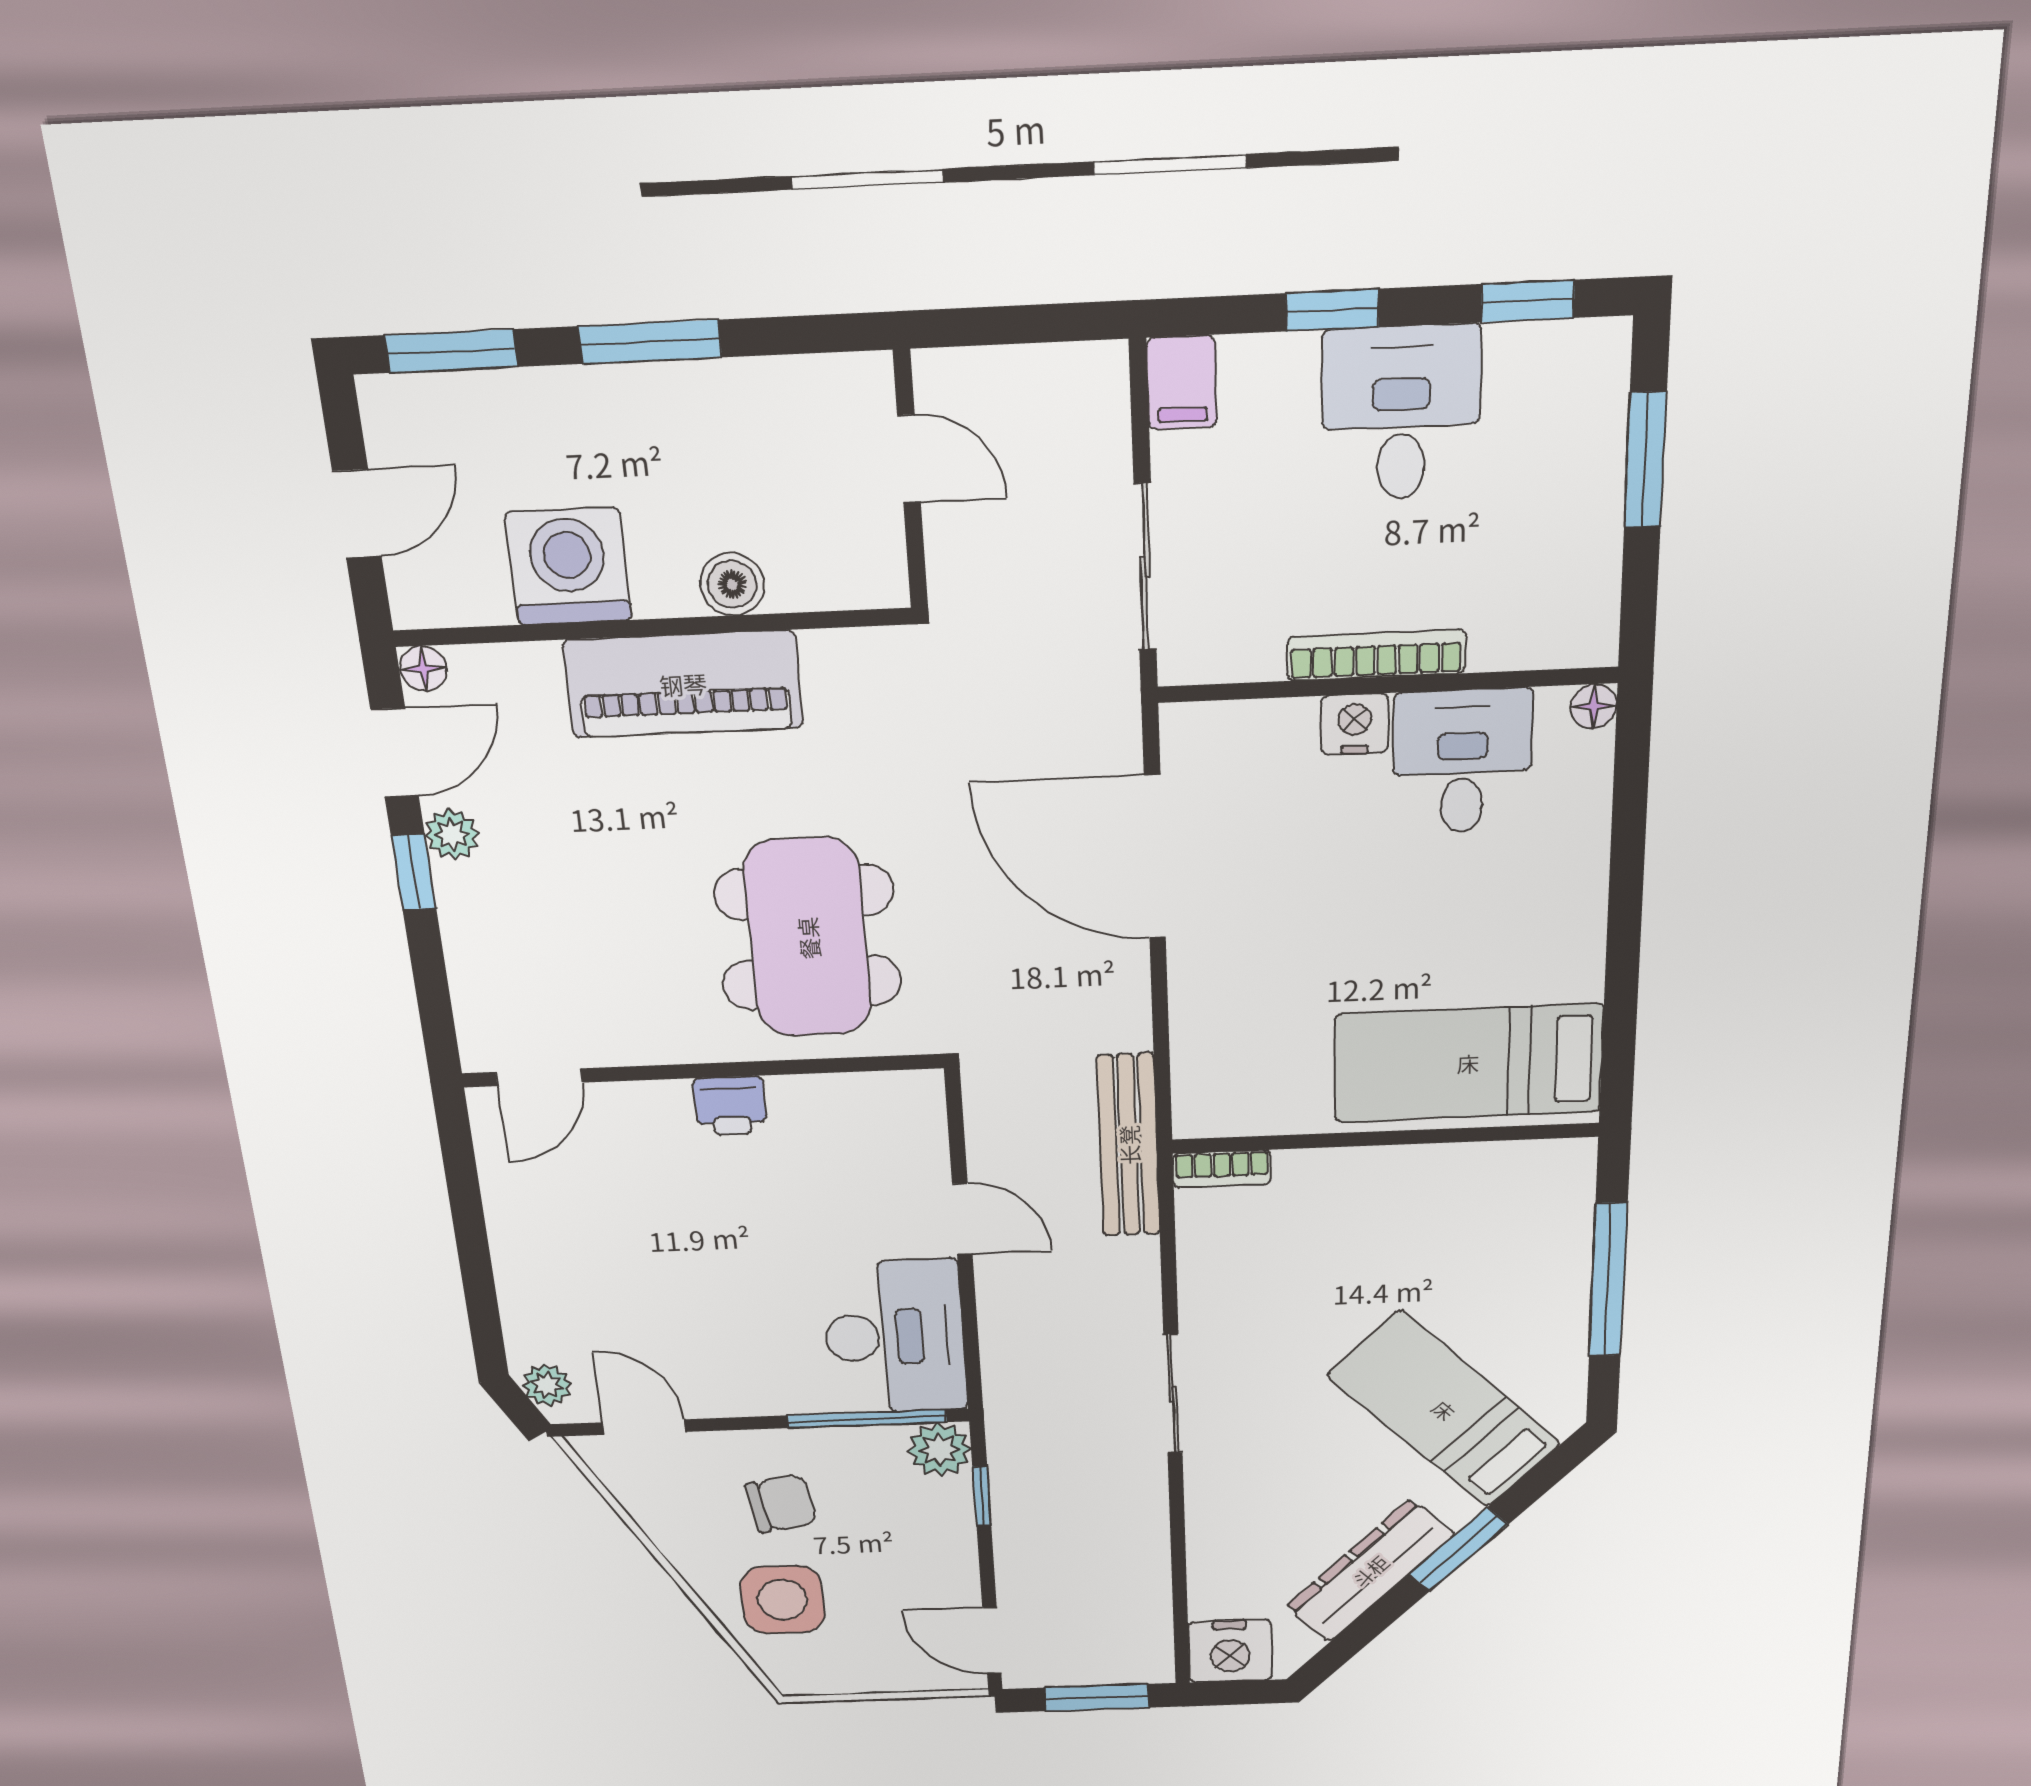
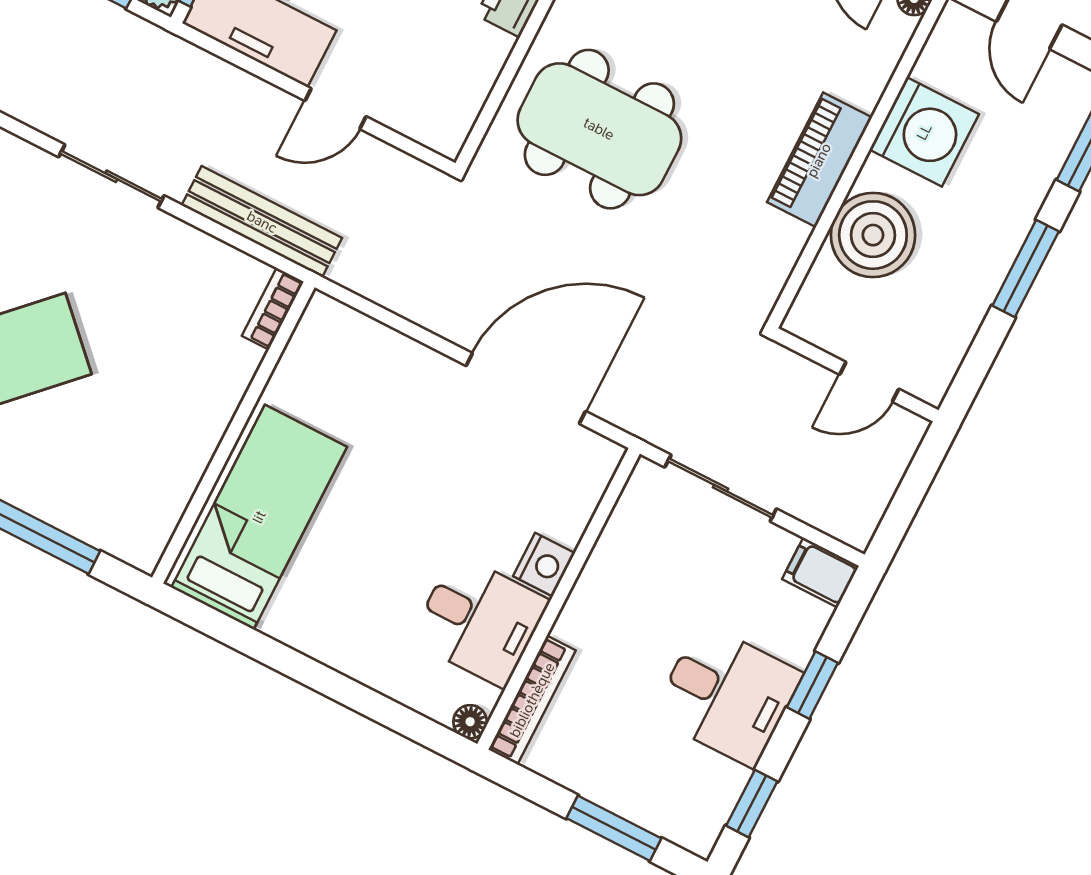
boiler: (732, 584) -> (873, 235), width x1.86, depth x1.86
bookcase: (1376, 655) -> (532, 700), moved
piano: (683, 684) -> (819, 160), width x0.73, depth x0.75
bench: (1129, 1145) -> (262, 222), moved

